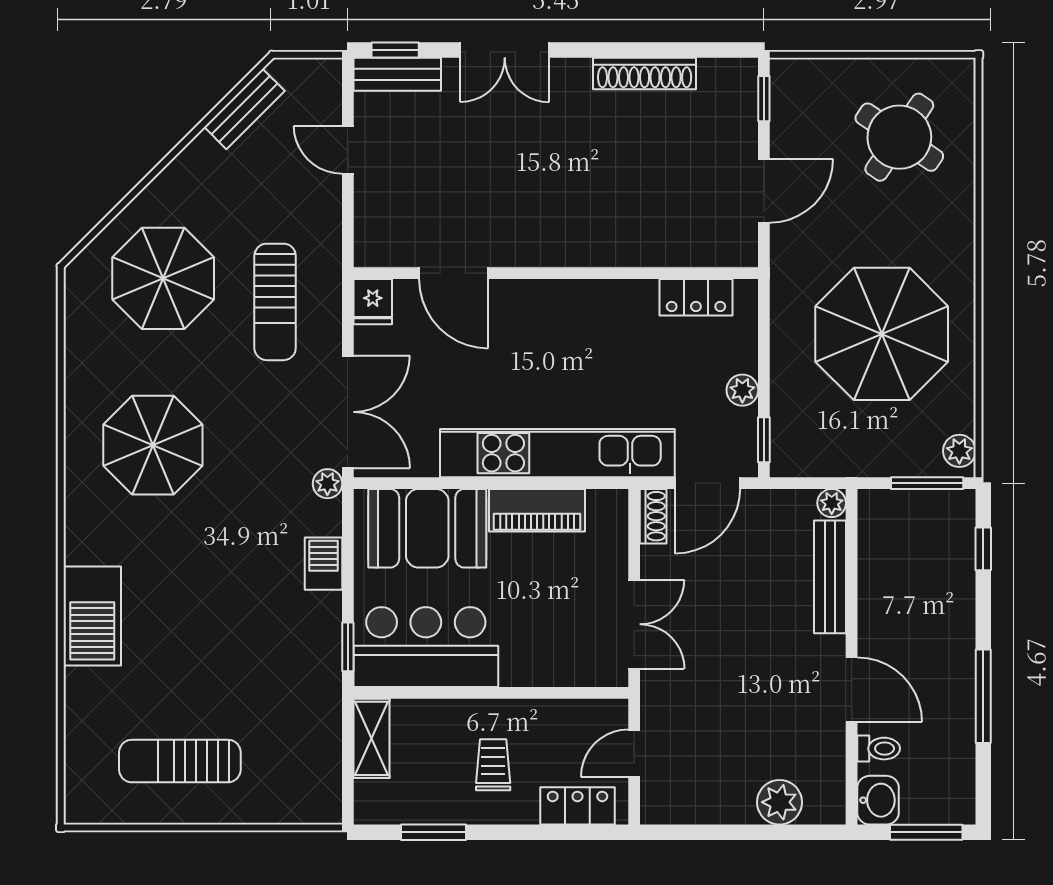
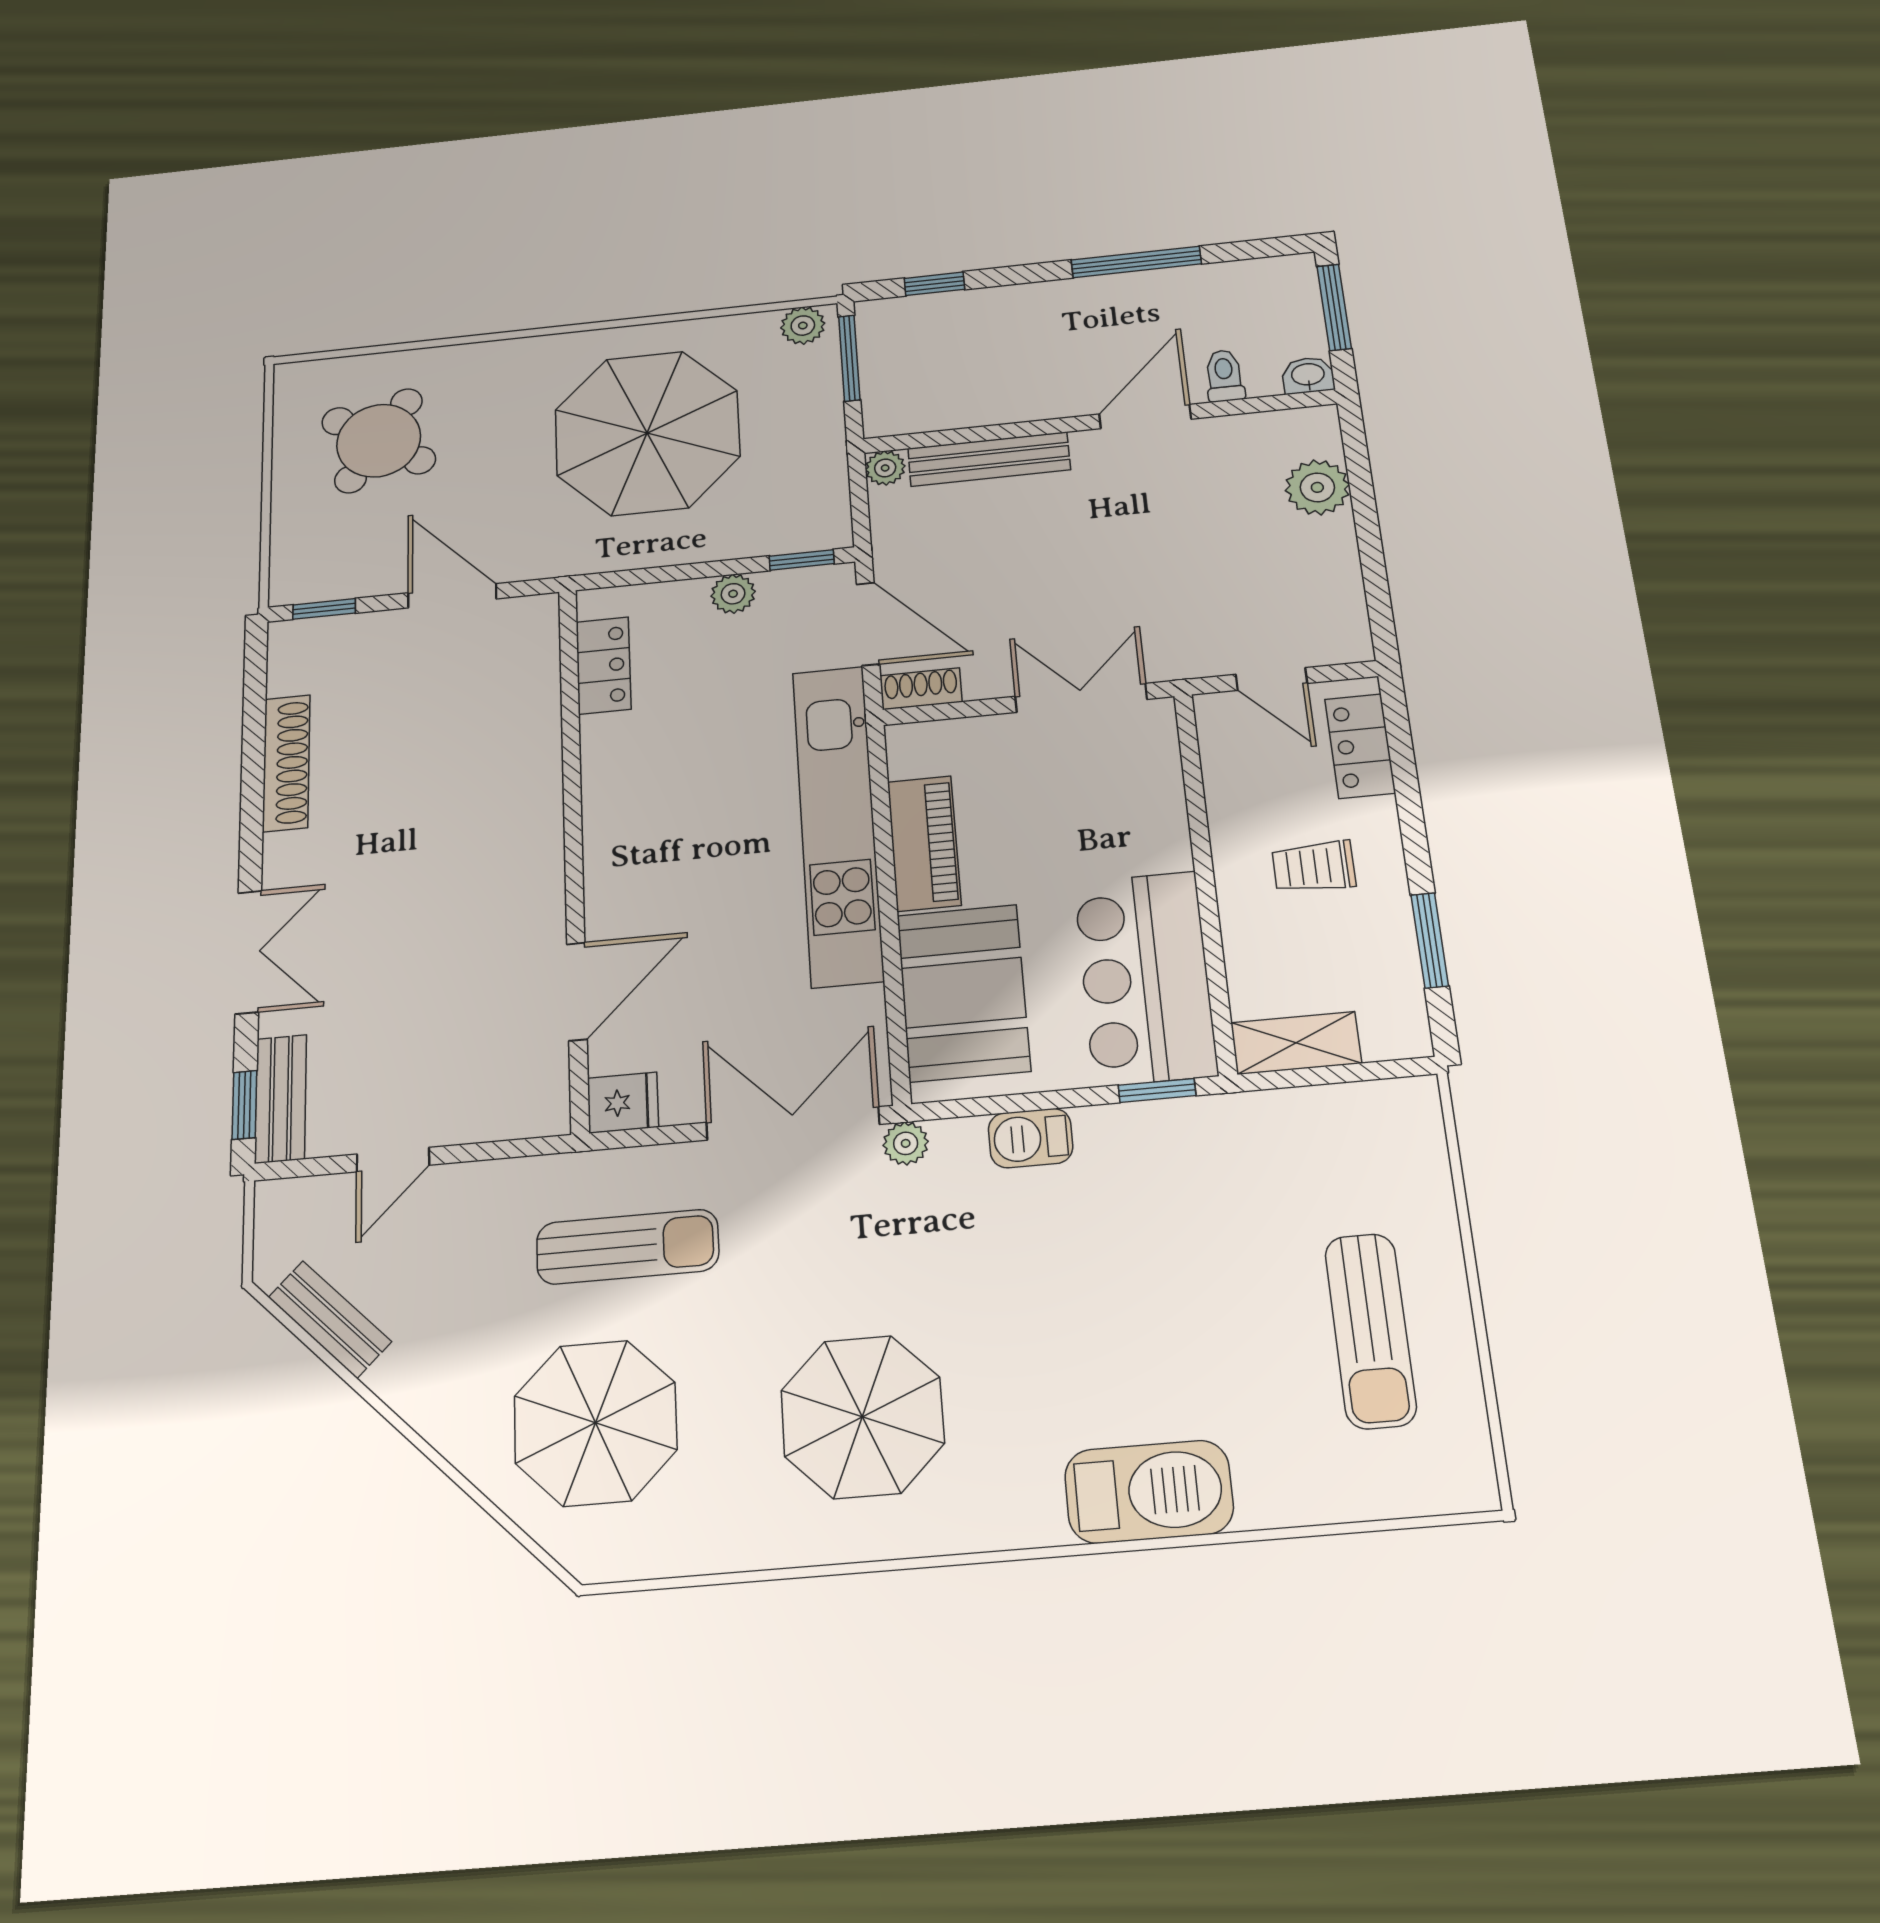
washbasin: (878, 800) -> (1308, 375), width x0.72, depth x0.69

